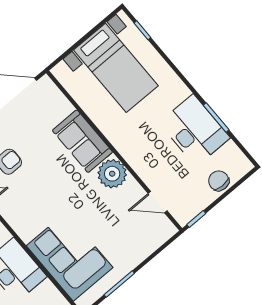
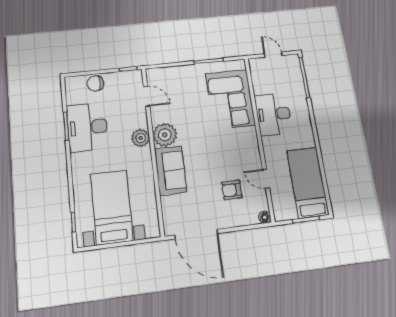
plant: (134, 154) -> (141, 138), added
chair: (219, 181) -> (95, 84), turned 90

